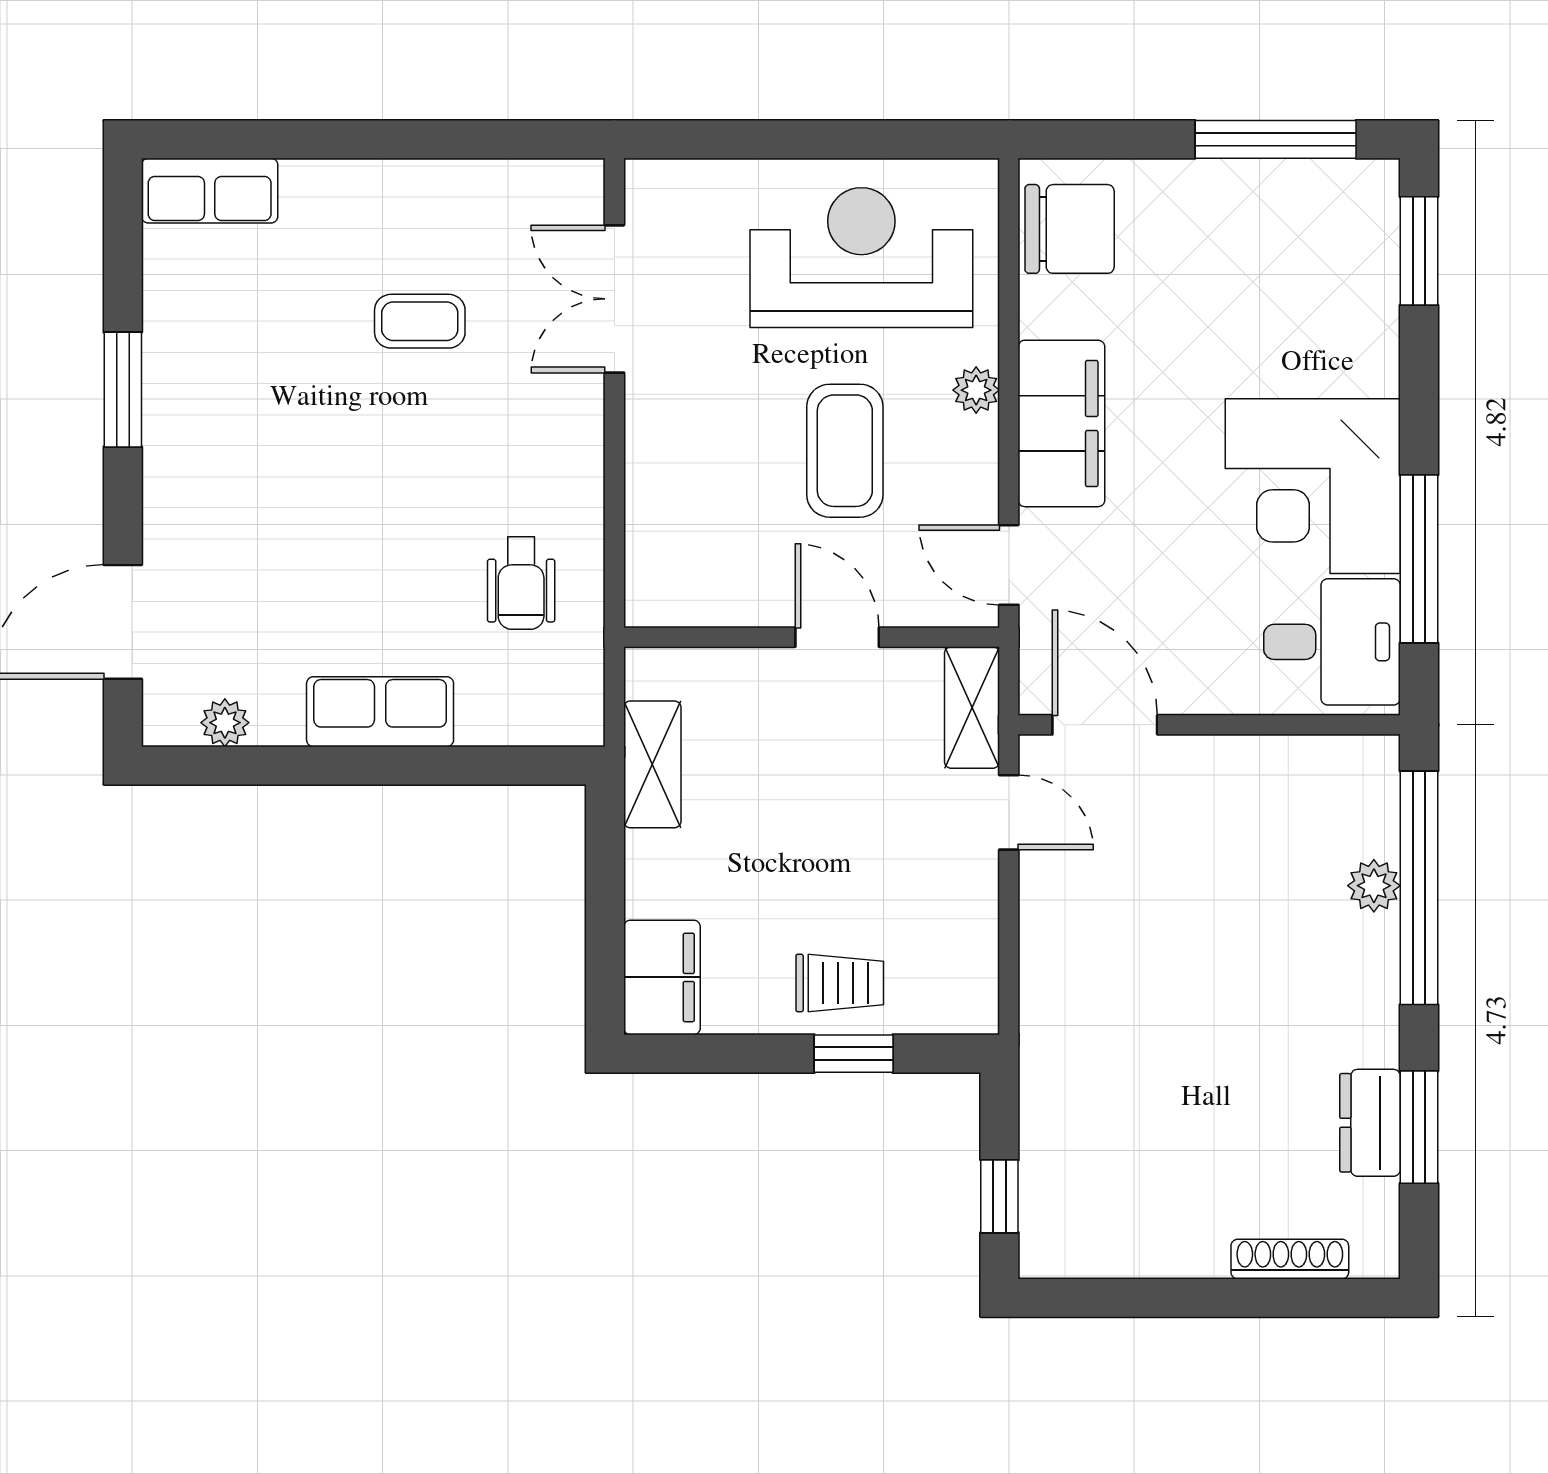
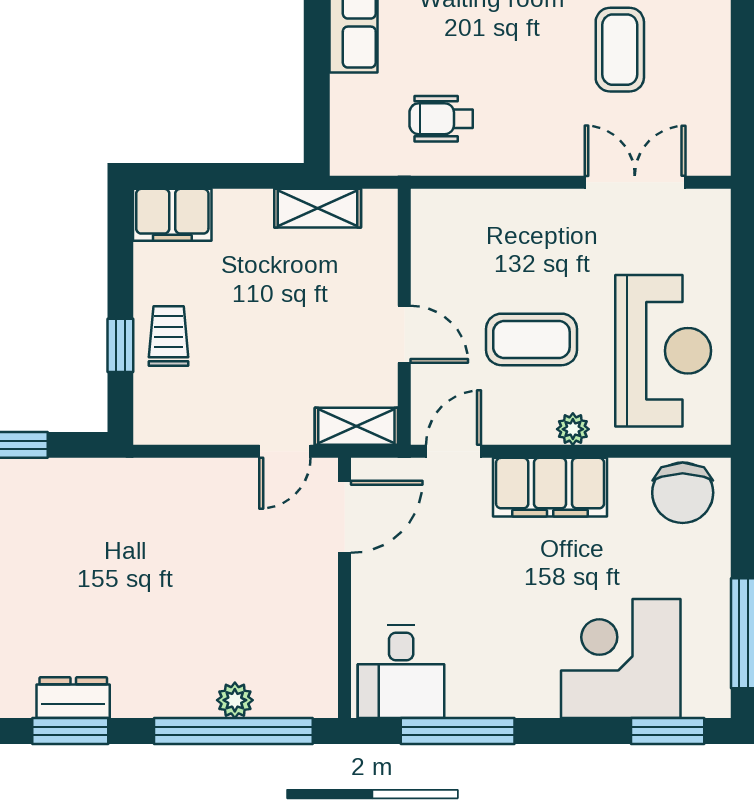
coffee table: (420, 321) -> (620, 50), width x1.36, depth x1.30
corner desk: (1313, 486) -> (621, 659), moved
door: (837, 637) -> (404, 334), hinge flipped
trolley: (840, 983) -> (169, 336), turned 180

